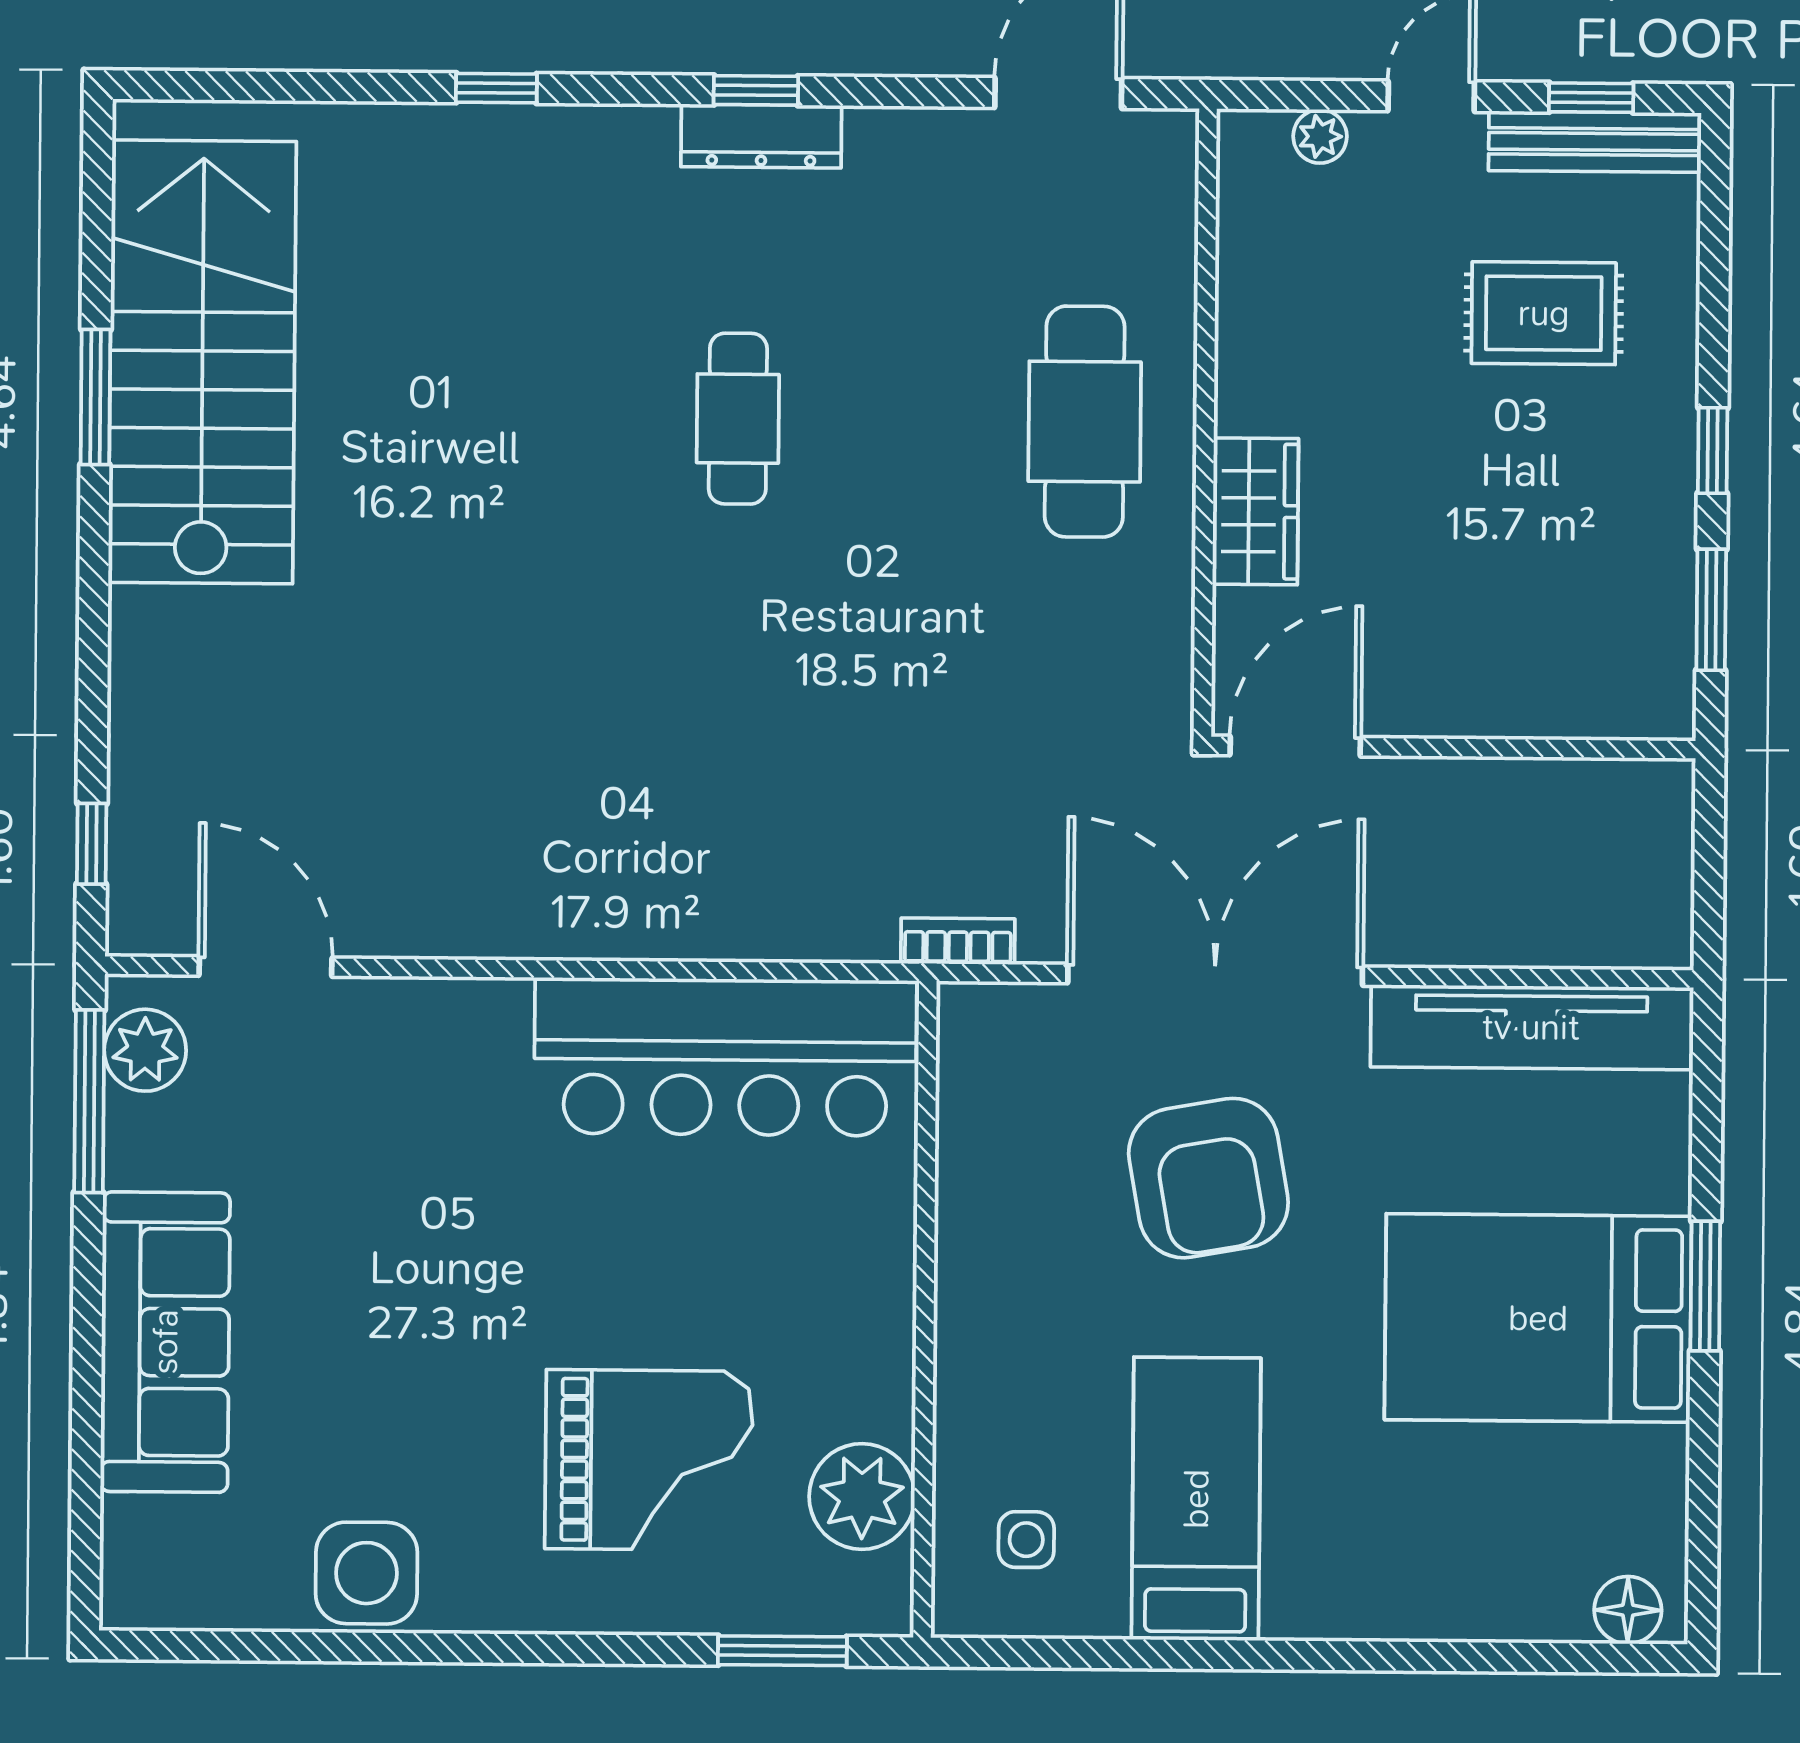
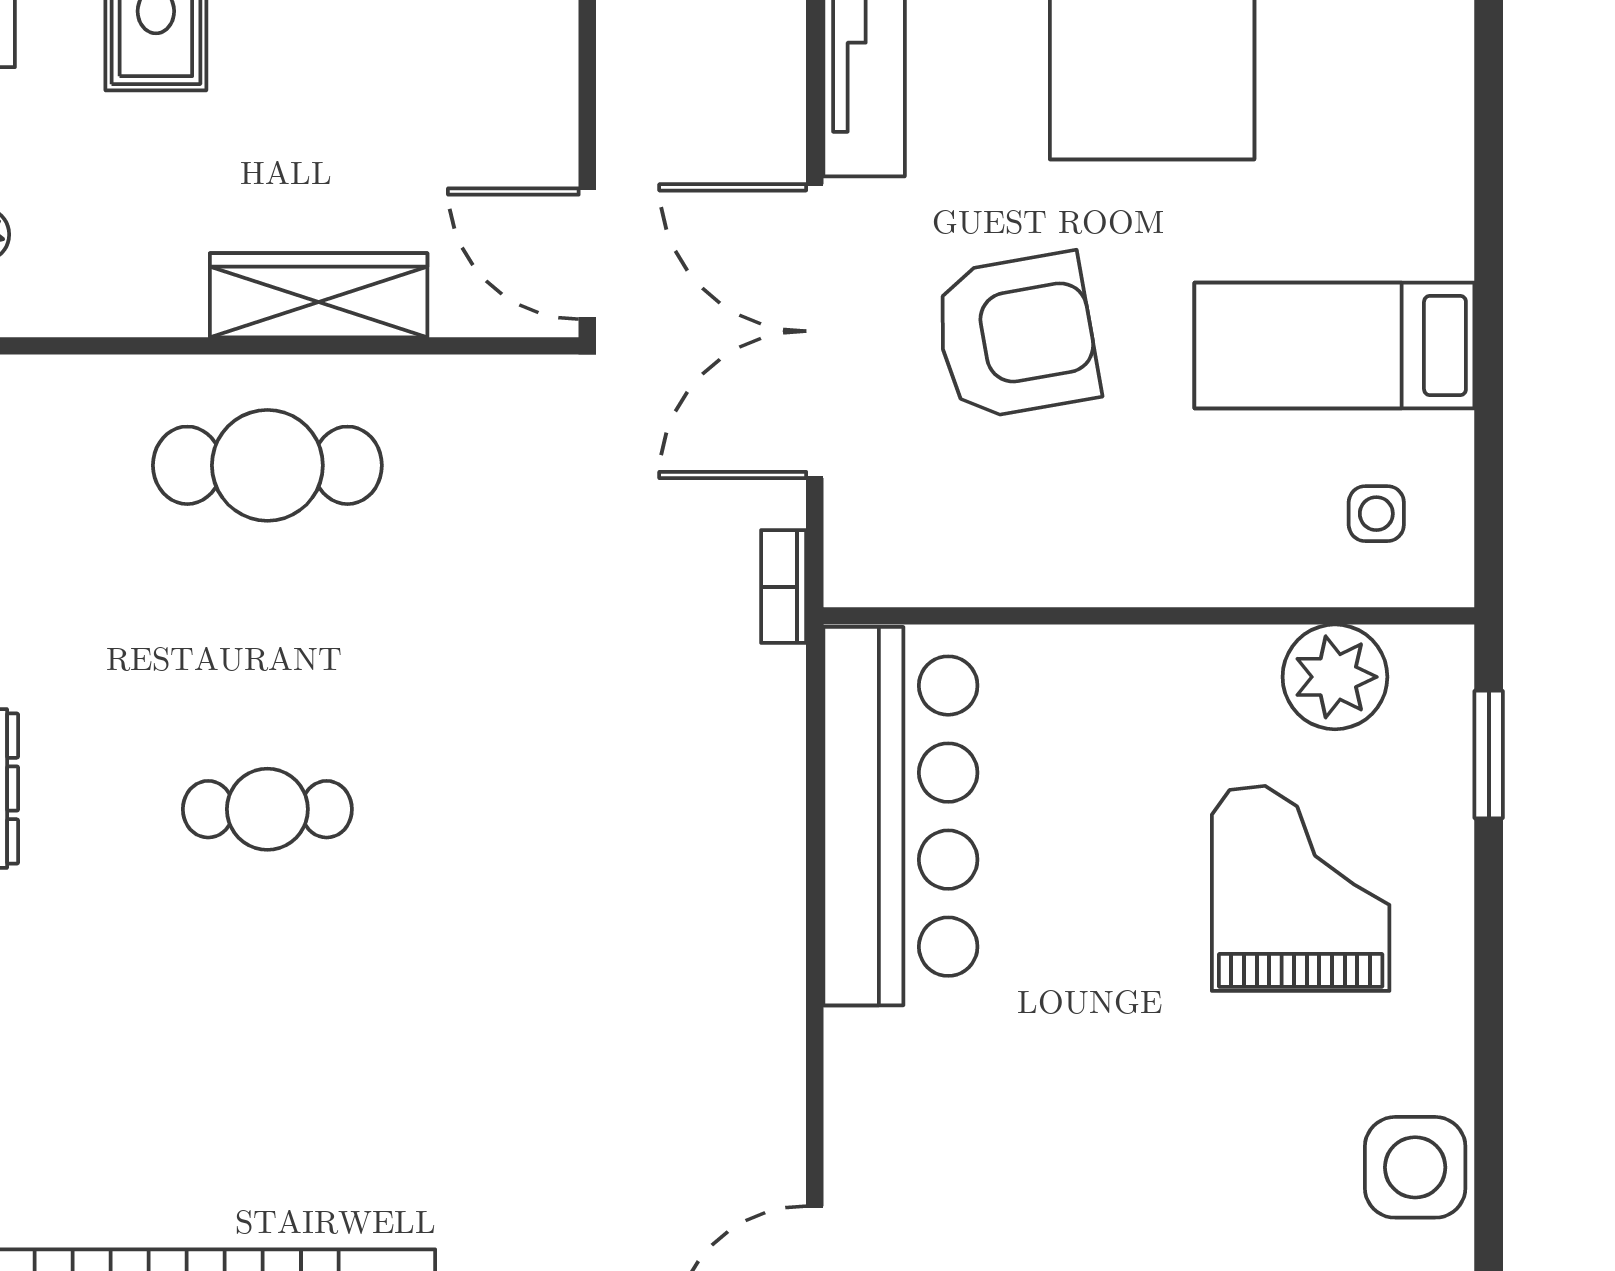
wardrobe: (1255, 511) -> (319, 295), width x1.50

